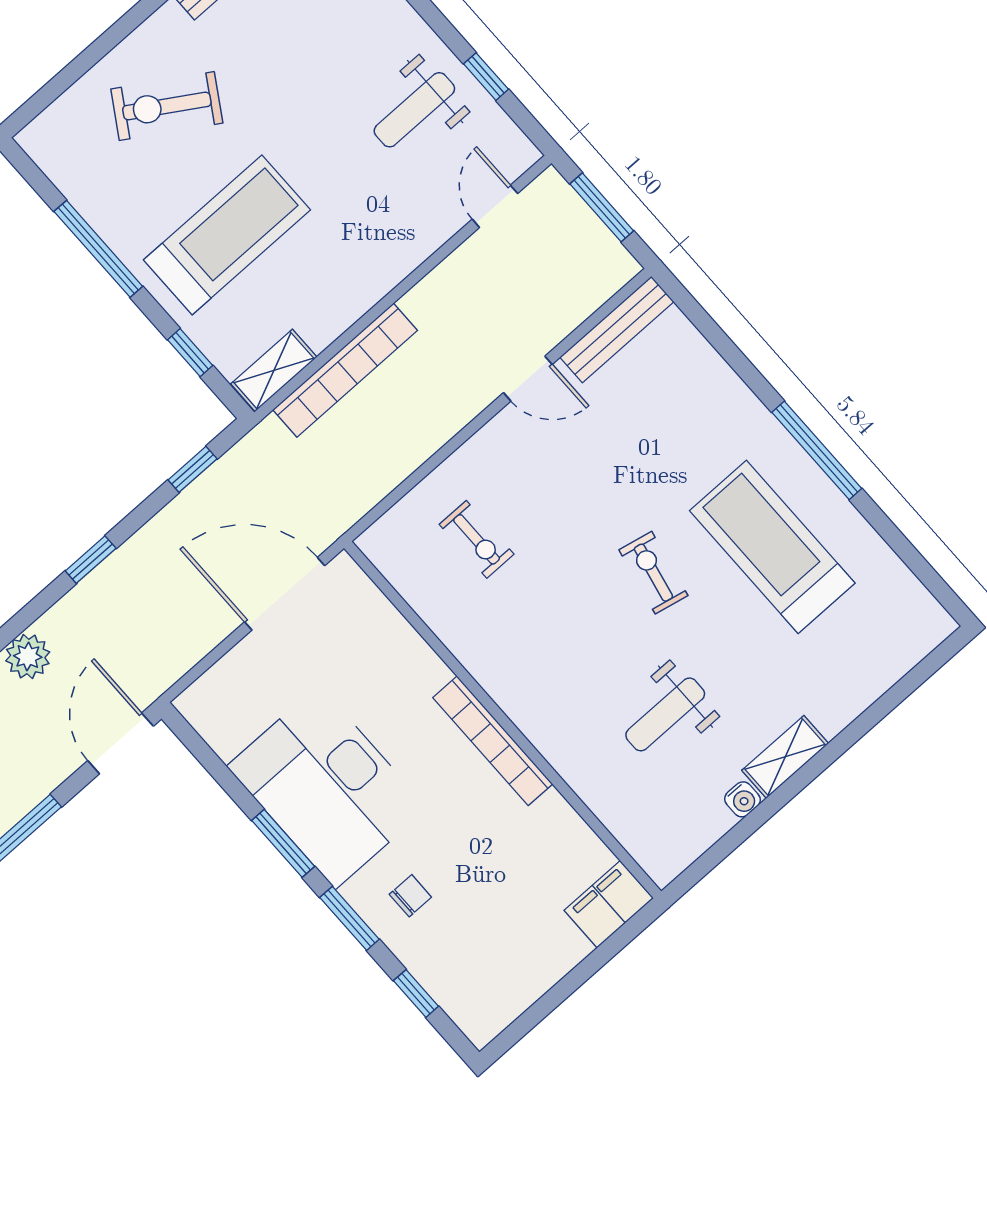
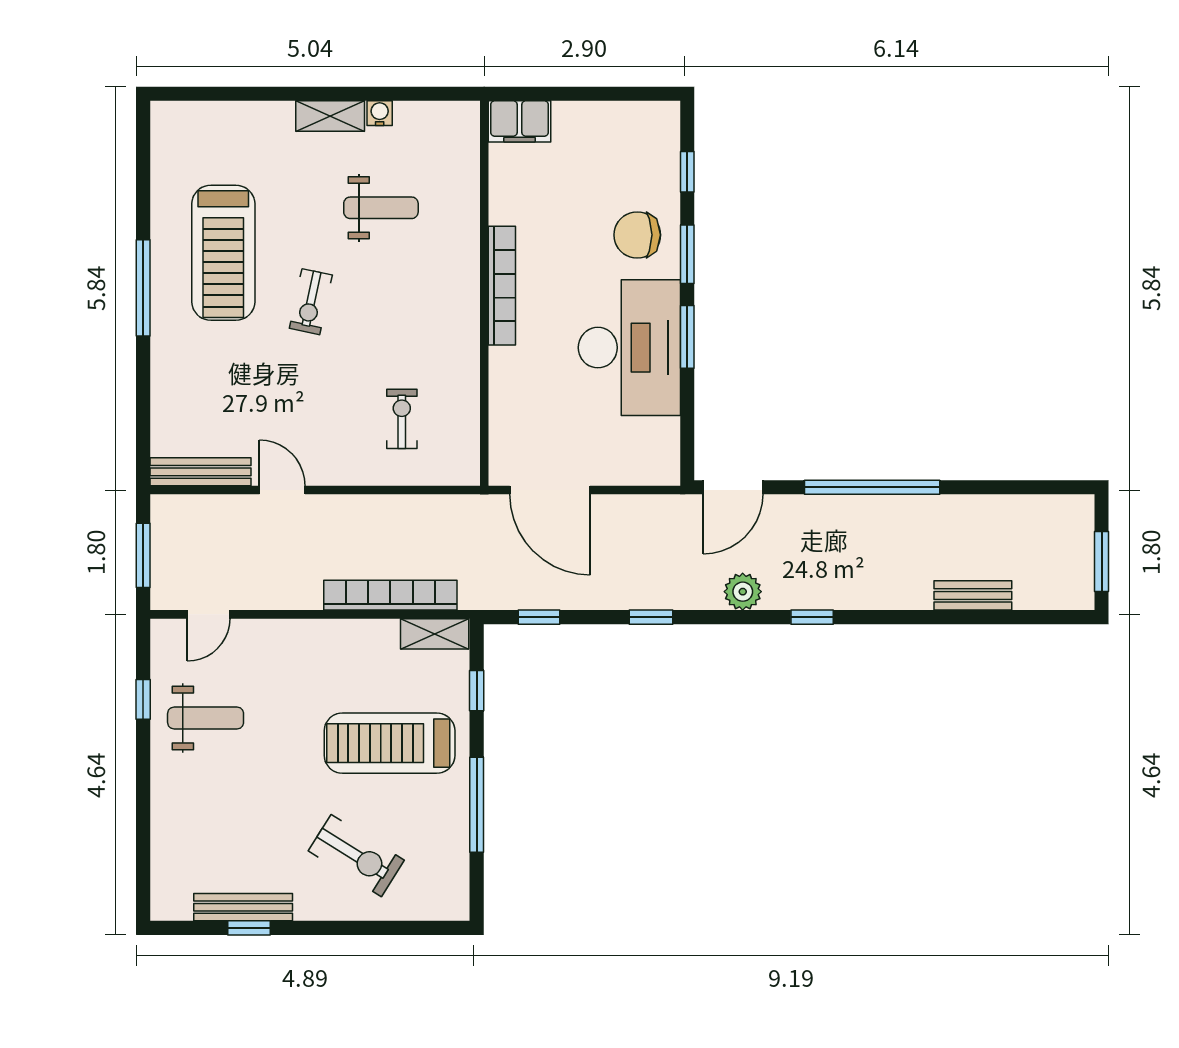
chair: (410, 896) -> (637, 235), width x1.87, depth x1.87

